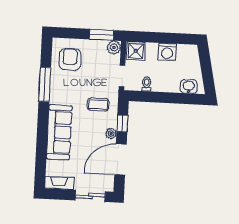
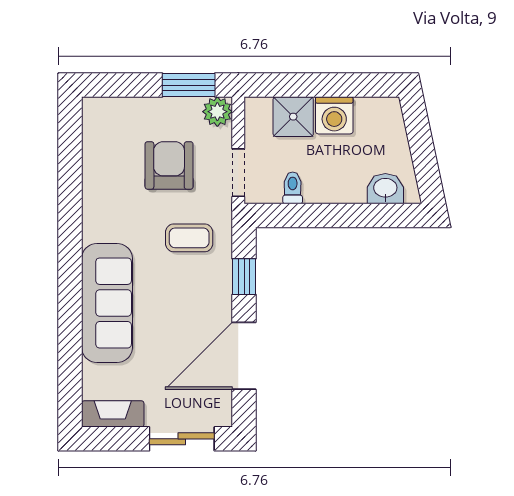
shower: (136, 51) -> (293, 117), moved
armchair: (70, 59) -> (169, 165), moved
window: (45, 84) -> (70, 200), removed
plant: (111, 134) -> (221, 300), removed

